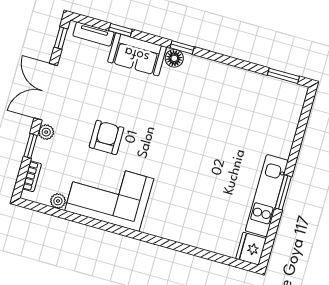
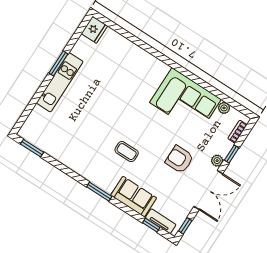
window: (120, 30) -> (151, 225), moved
window: (182, 47) -> (99, 192), width x1.50
floor lamp: (174, 58) -> (107, 185), removed
coffee table: (163, 108) -> (127, 152), added
armchair: (106, 137) -> (179, 159), moved, turned 90
kitchen unit: (267, 196) -> (60, 82), moved

